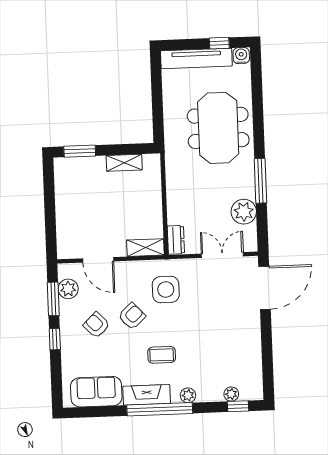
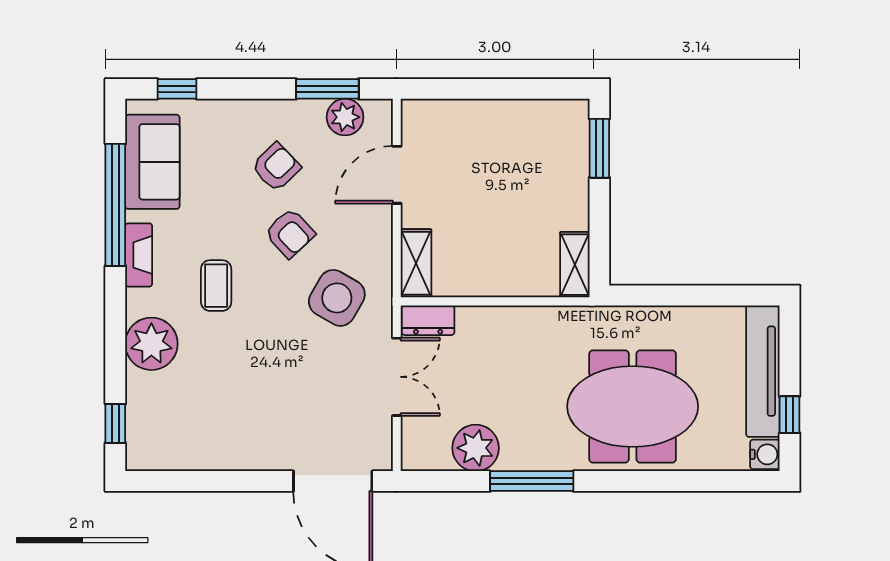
shelving: (124, 163) -> (575, 265), moved
double door: (222, 255) -> (397, 377), moved
side table: (166, 290) -> (337, 298), turned 30
window: (55, 339) -> (177, 89), moved
plant: (231, 394) -> (139, 412), removed
fireplace: (147, 395) -> (139, 255), width x0.73, depth x0.76
plant: (188, 395) -> (151, 344), width x1.87, depth x1.87
window: (160, 409) -> (115, 205), moved

